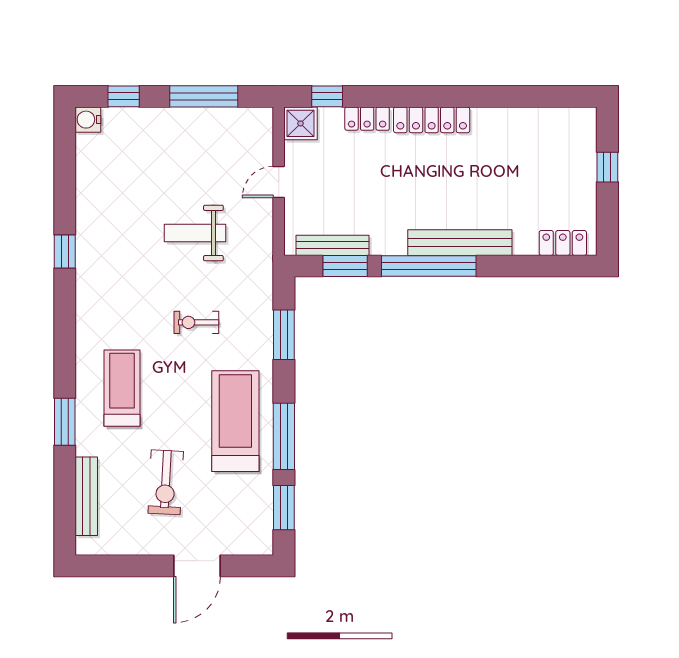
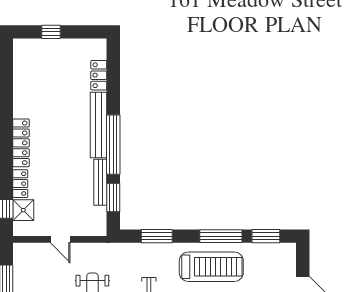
shower: (300, 123) -> (23, 210), moved
locker: (563, 243) -> (99, 75), moved
bench: (332, 245) -> (100, 182), moved
treadmill: (235, 421) -> (211, 267), turned 180

